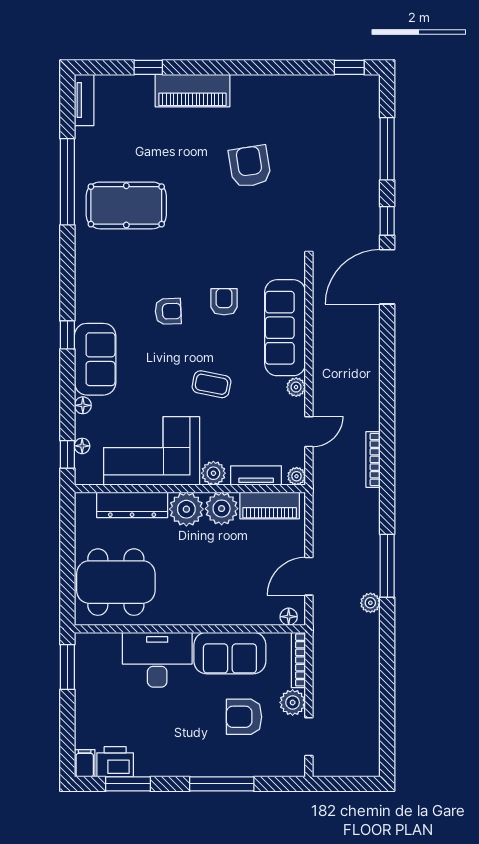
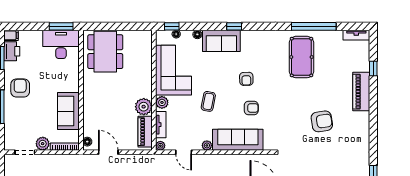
dresser: (132, 505) -> (146, 60), removed
plant: (186, 509) -> (143, 88), removed
desk: (157, 660) -> (61, 44), moved, turned -90
armchair: (244, 717) -> (20, 88), moved

